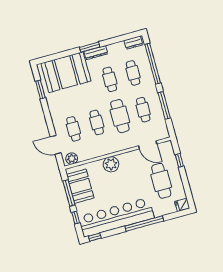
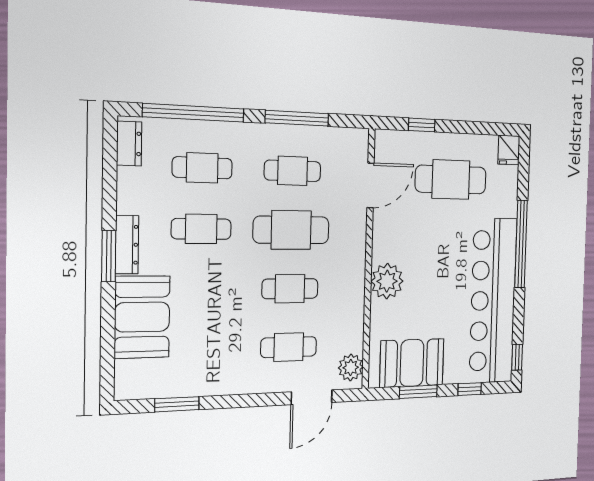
booth: (66, 72) -> (142, 317), width x0.73, depth x0.70
window: (69, 193) -> (418, 392), width x0.69

